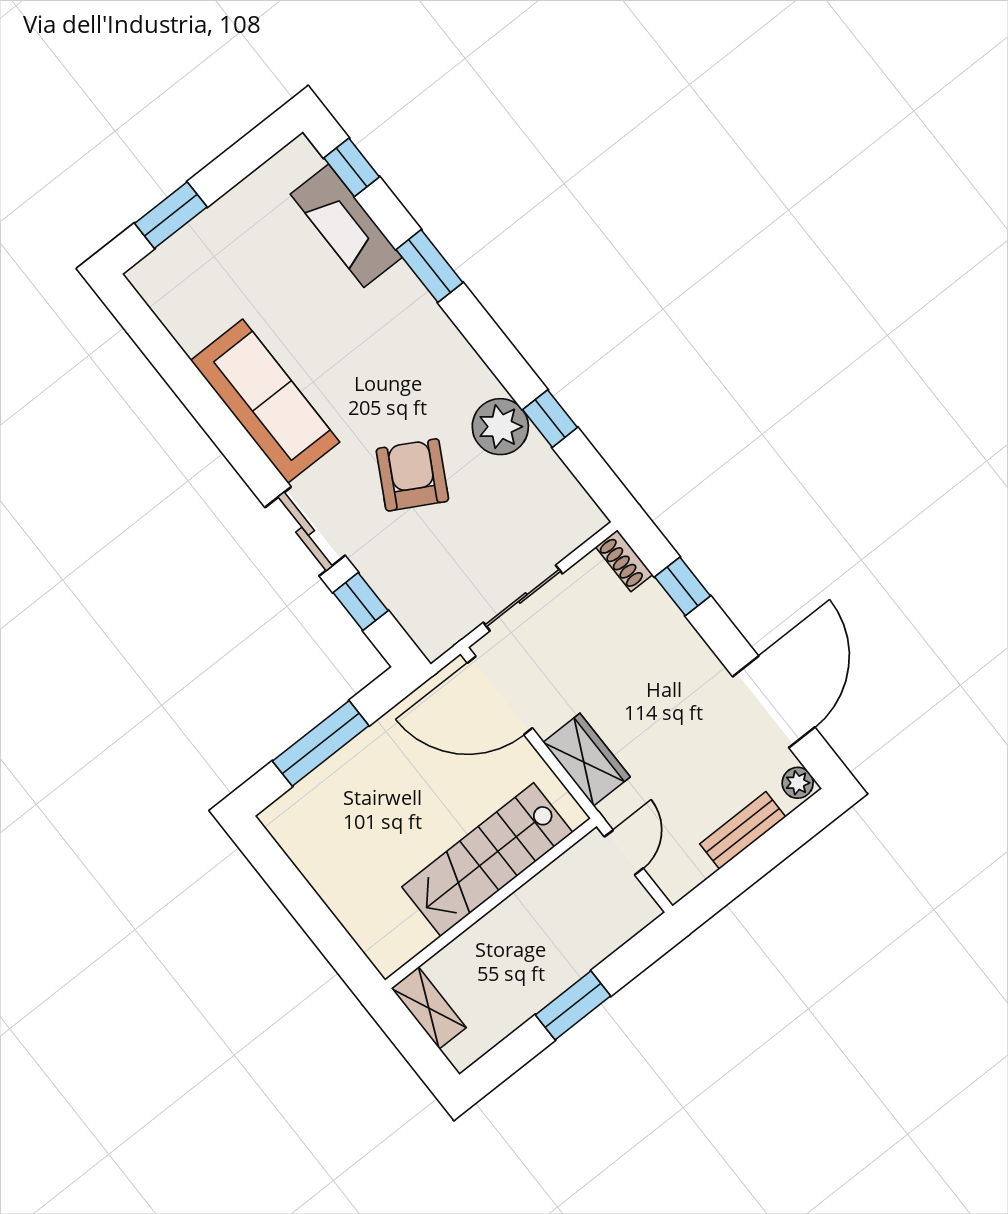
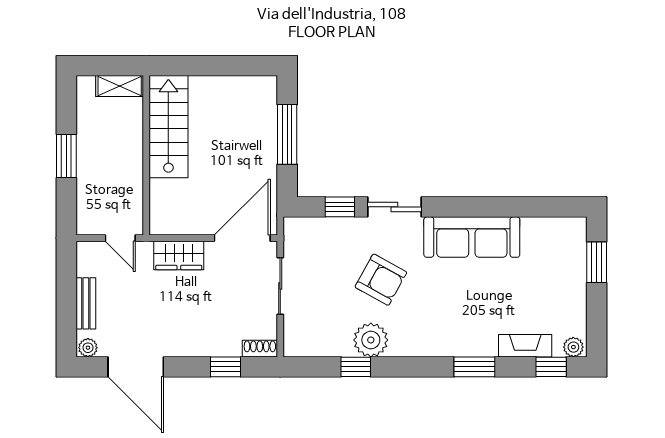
plant: (303, 159) -> (573, 347), added
fireplace: (346, 226) -> (525, 346), width x0.73, depth x0.76
stairs: (487, 860) -> (168, 127), moved

